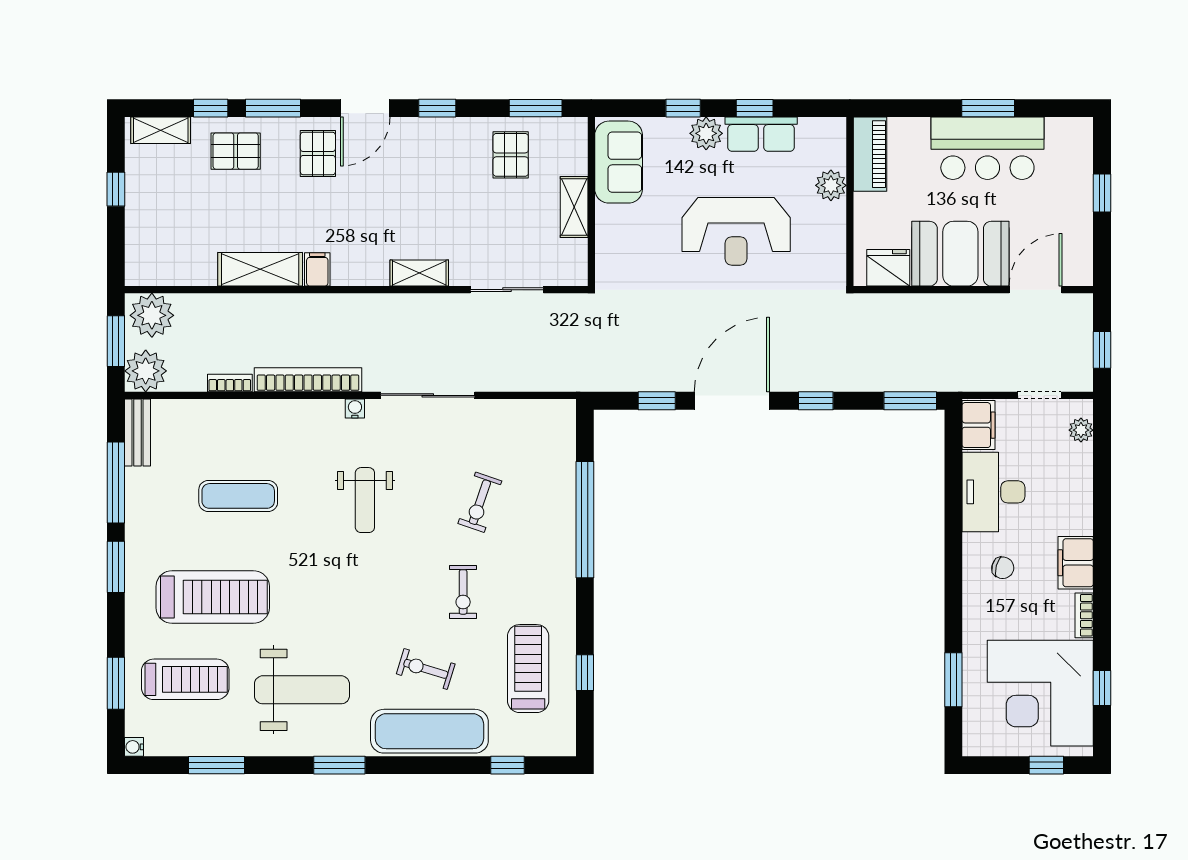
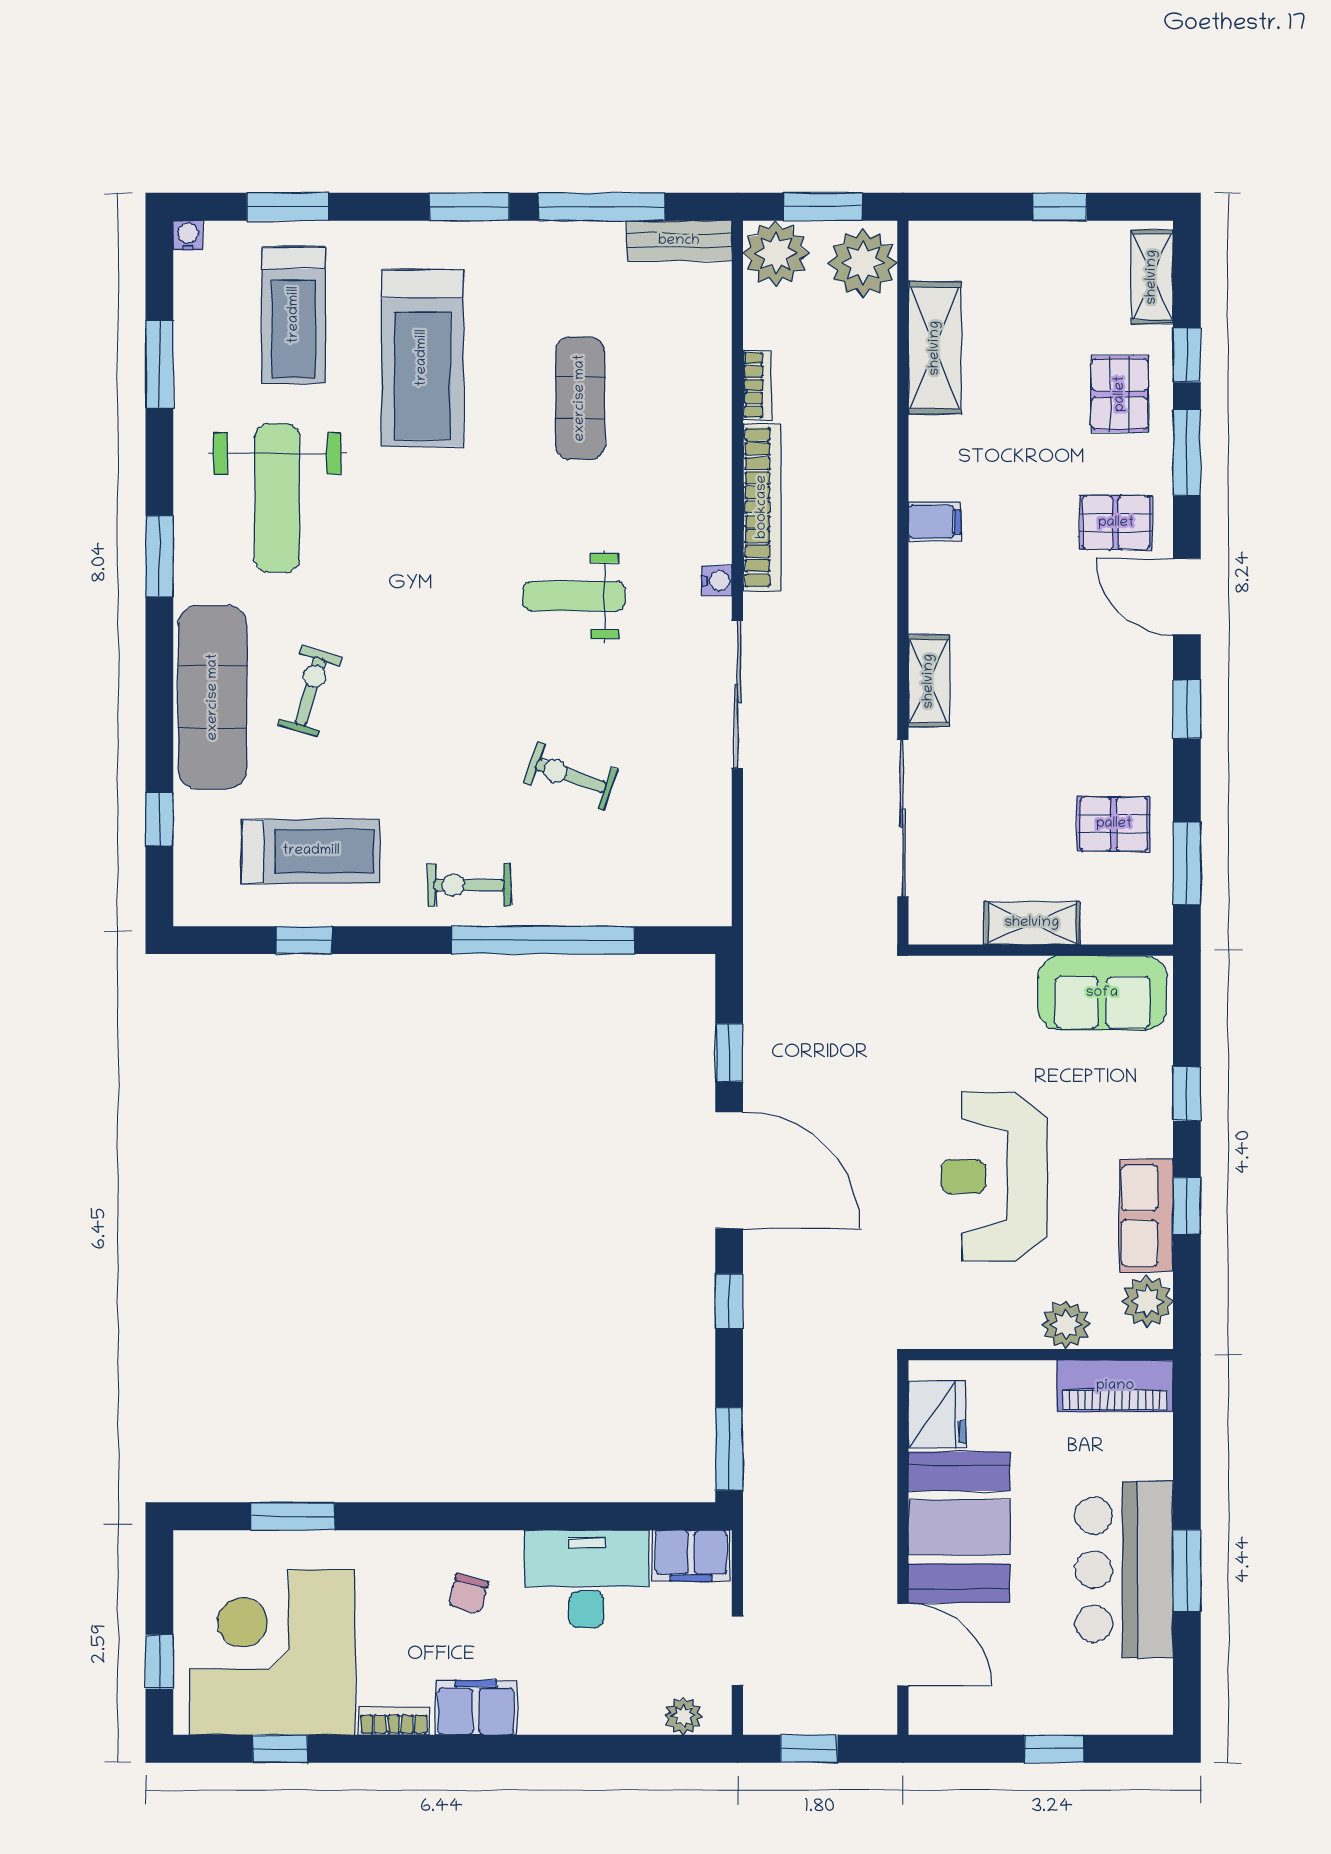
plant: (706, 133) -> (1147, 1301), moved
shelving: (260, 269) -> (935, 348), moved
sliding door: (507, 290) -> (903, 818), width x1.37
exercise bike: (463, 592) -> (469, 885), moved

